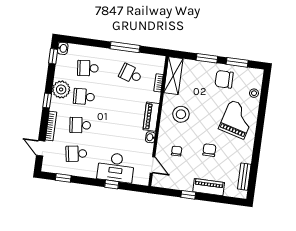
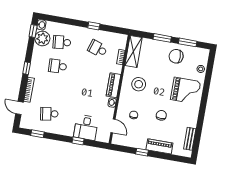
window: (125, 47) -> (94, 26), width x0.46
plant: (61, 89) -> (42, 38), moved
grand piano: (237, 120) -> (186, 91), turned 75
school desk: (80, 125) -> (53, 90), removed
desk: (116, 167) -> (86, 127), width x0.73

